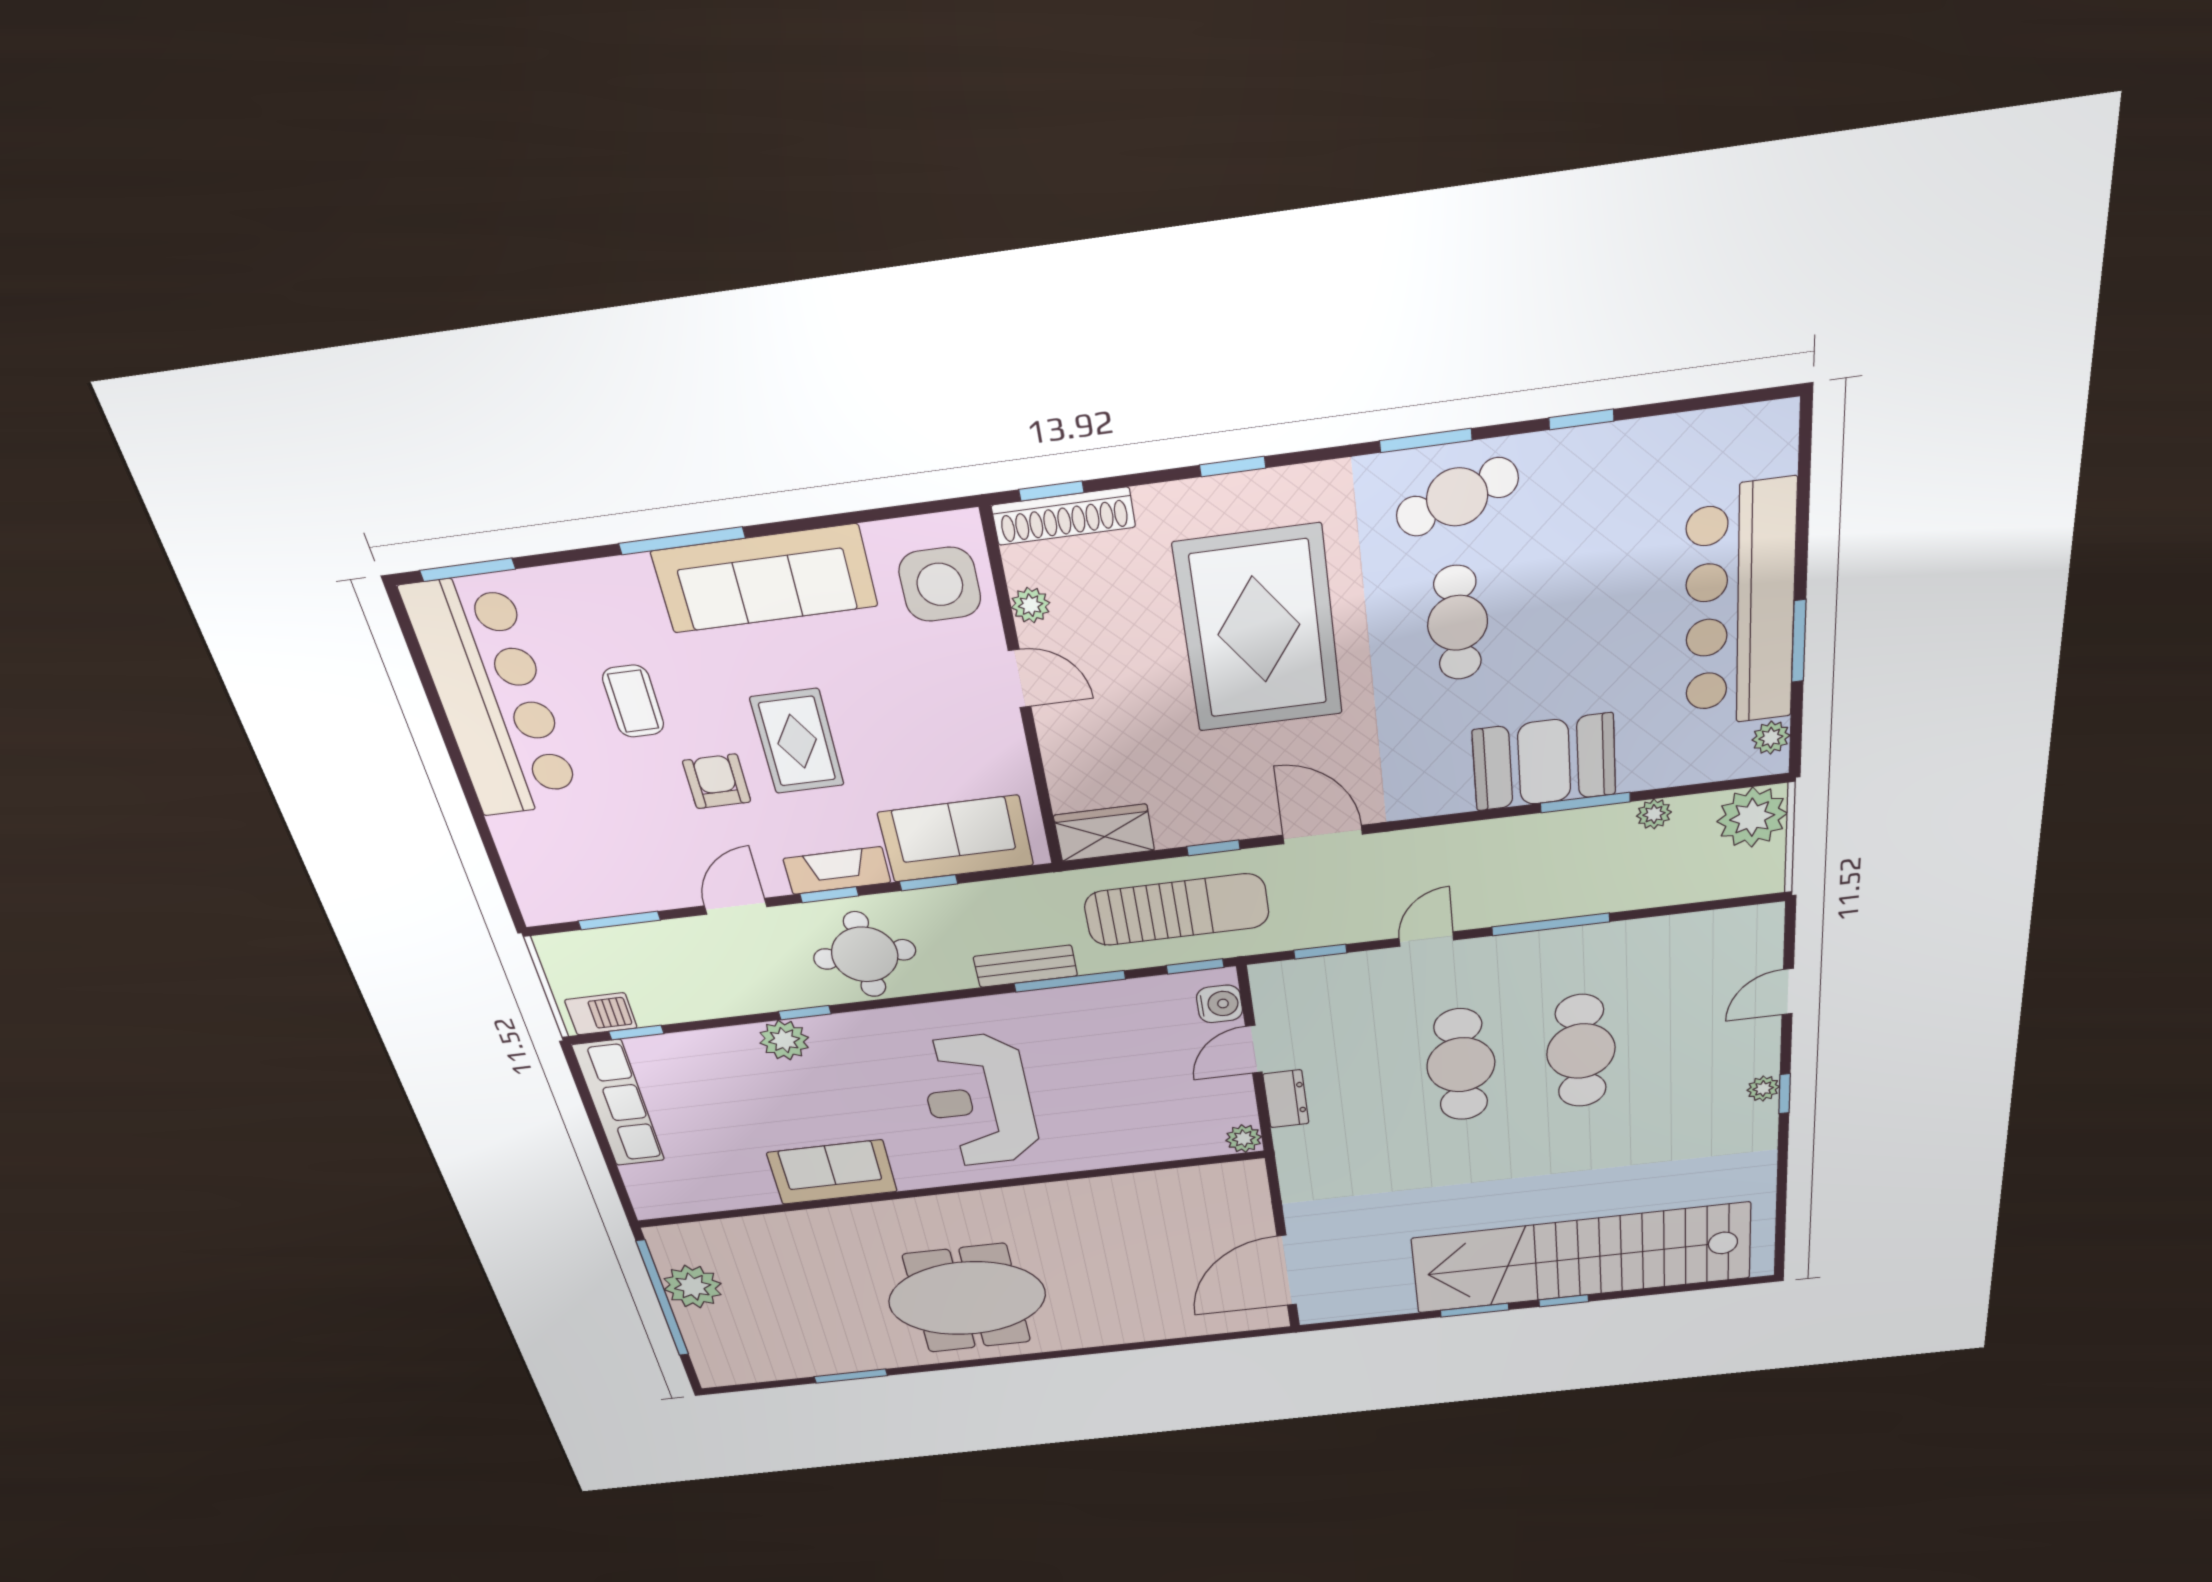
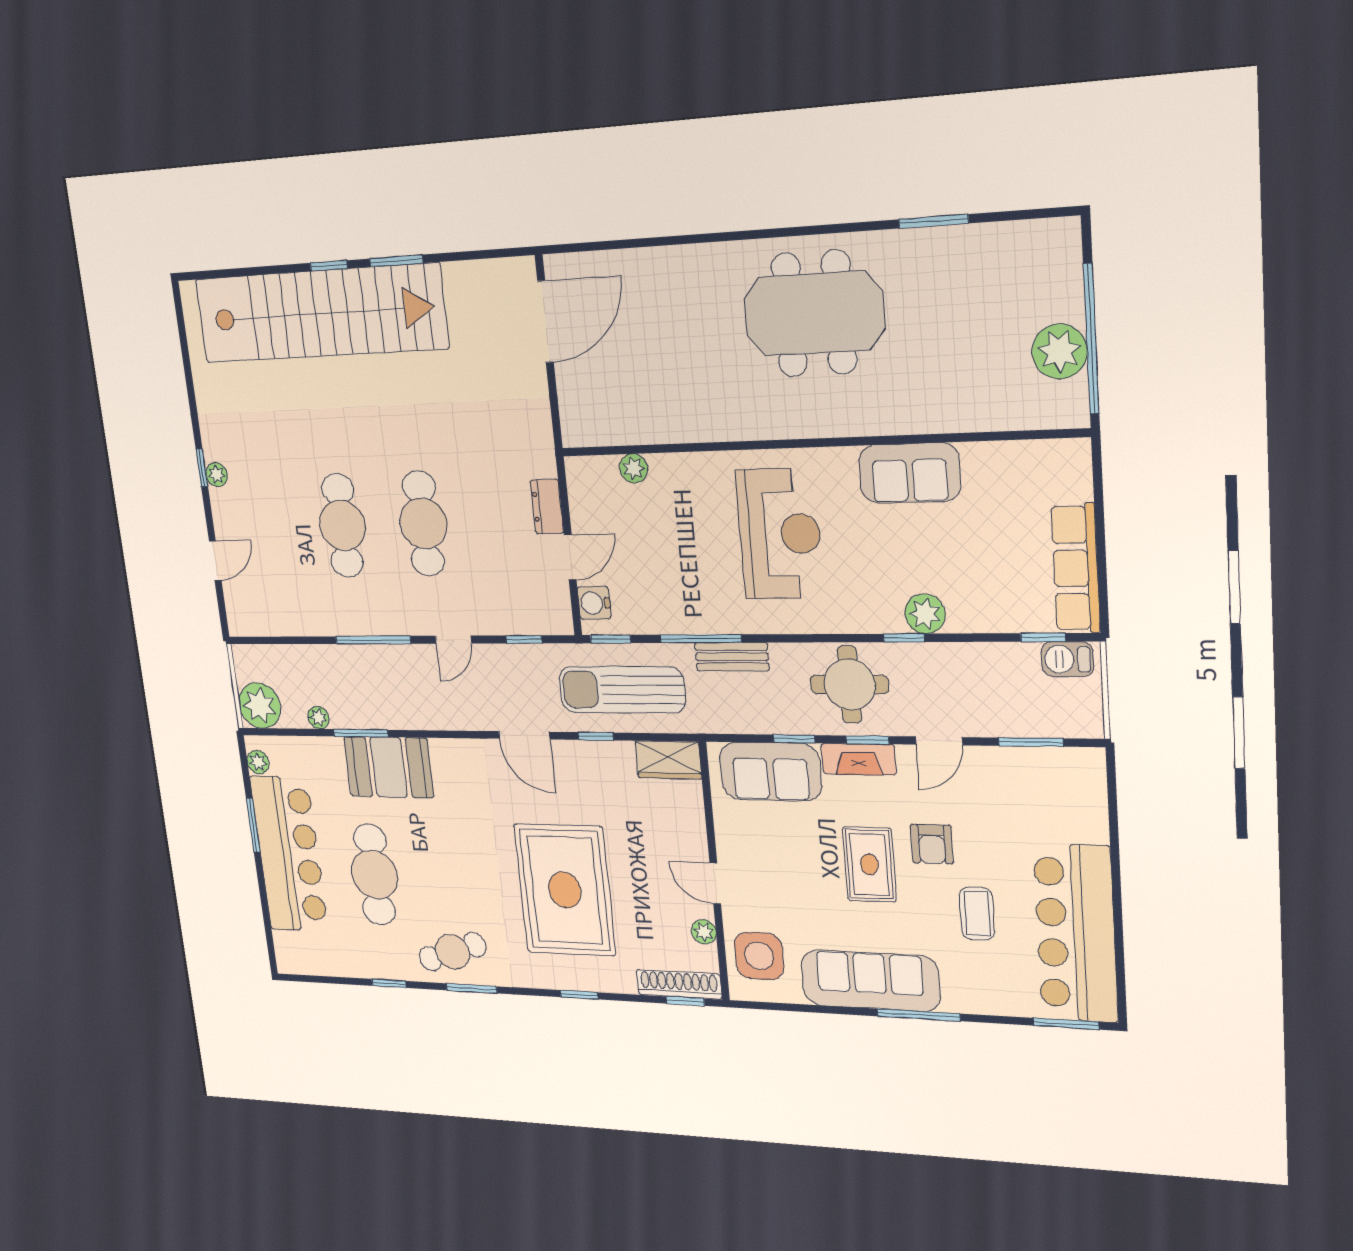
cafe table: (1458, 623) -> (374, 875), moved, width x1.37, depth x1.35
plant: (1244, 1139) -> (634, 468), moved

